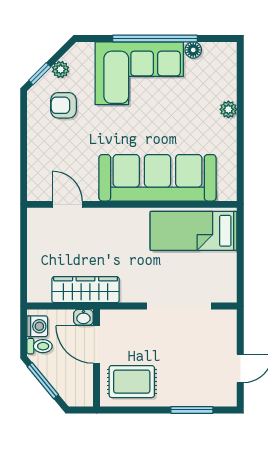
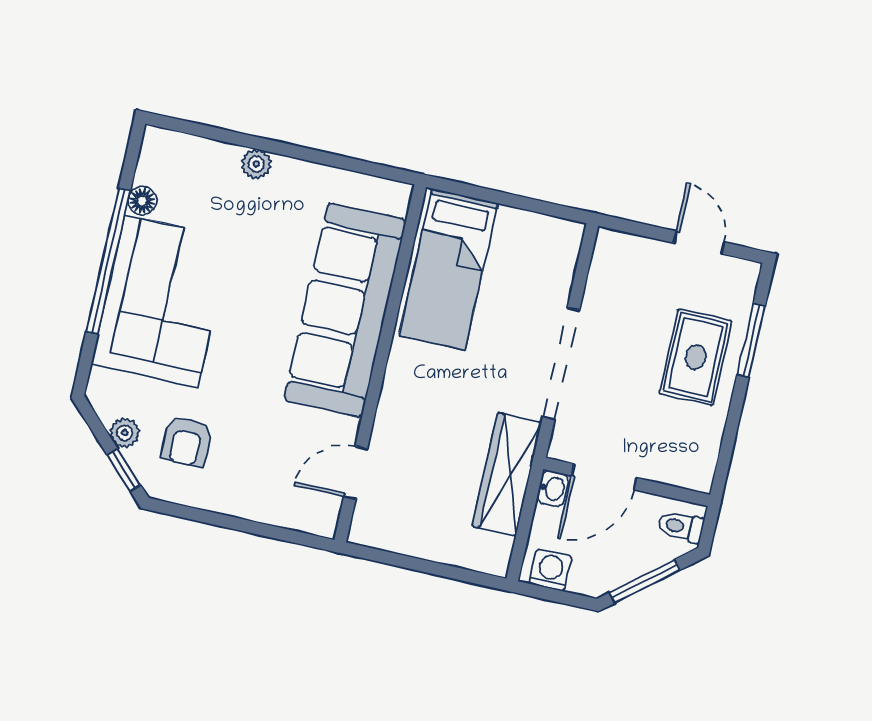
doorway: (179, 306) -> (561, 363), moved
toilet: (40, 346) -> (681, 527), moved, turned -90
rug: (132, 382) -> (696, 357), moved

